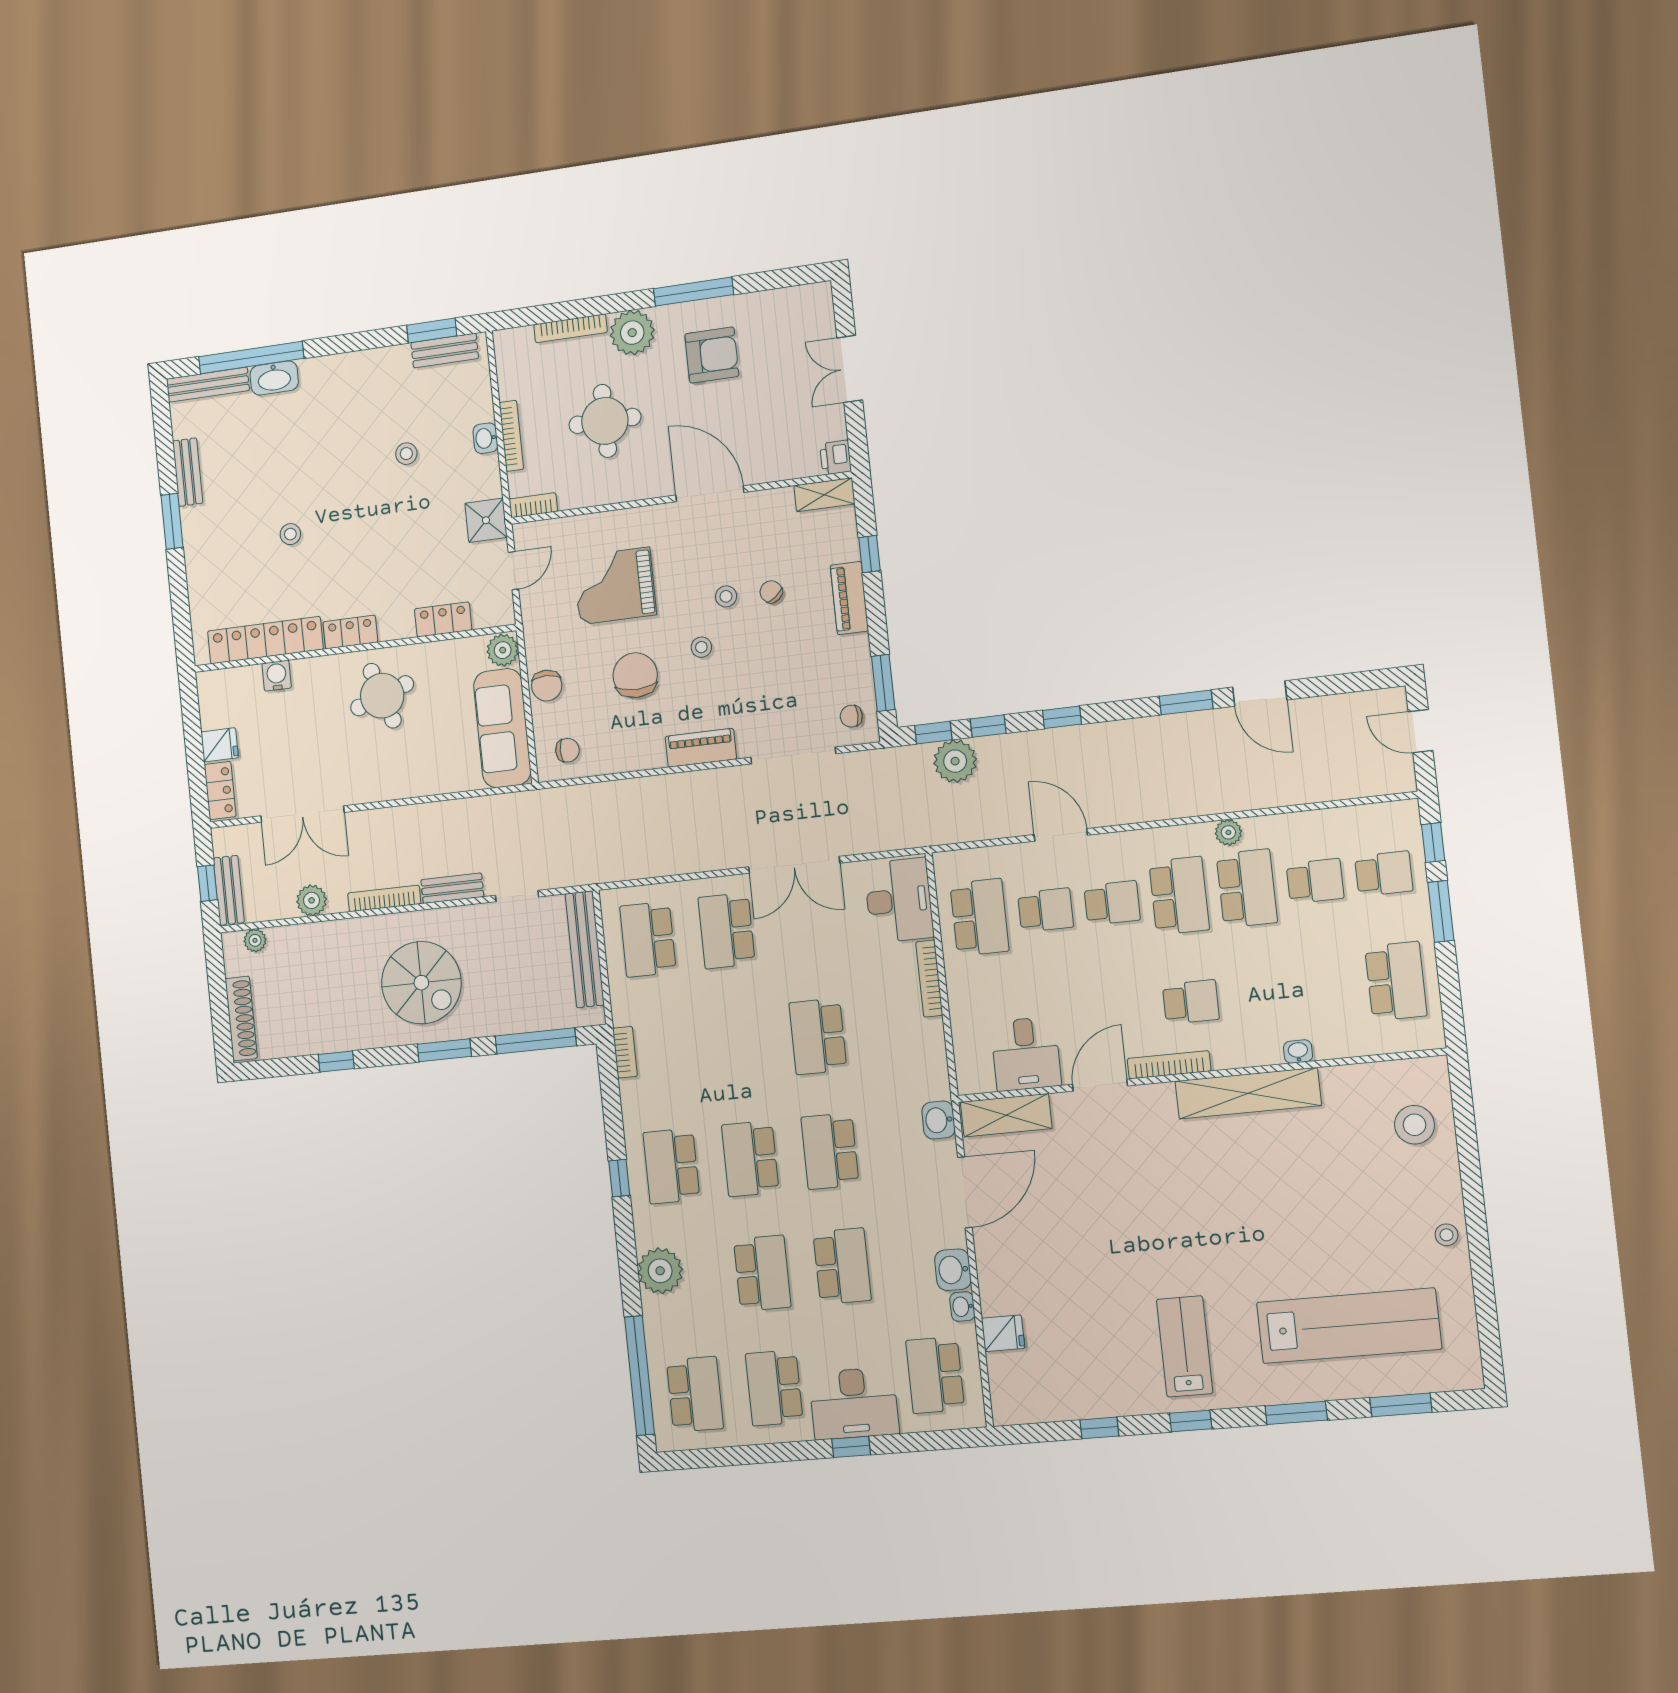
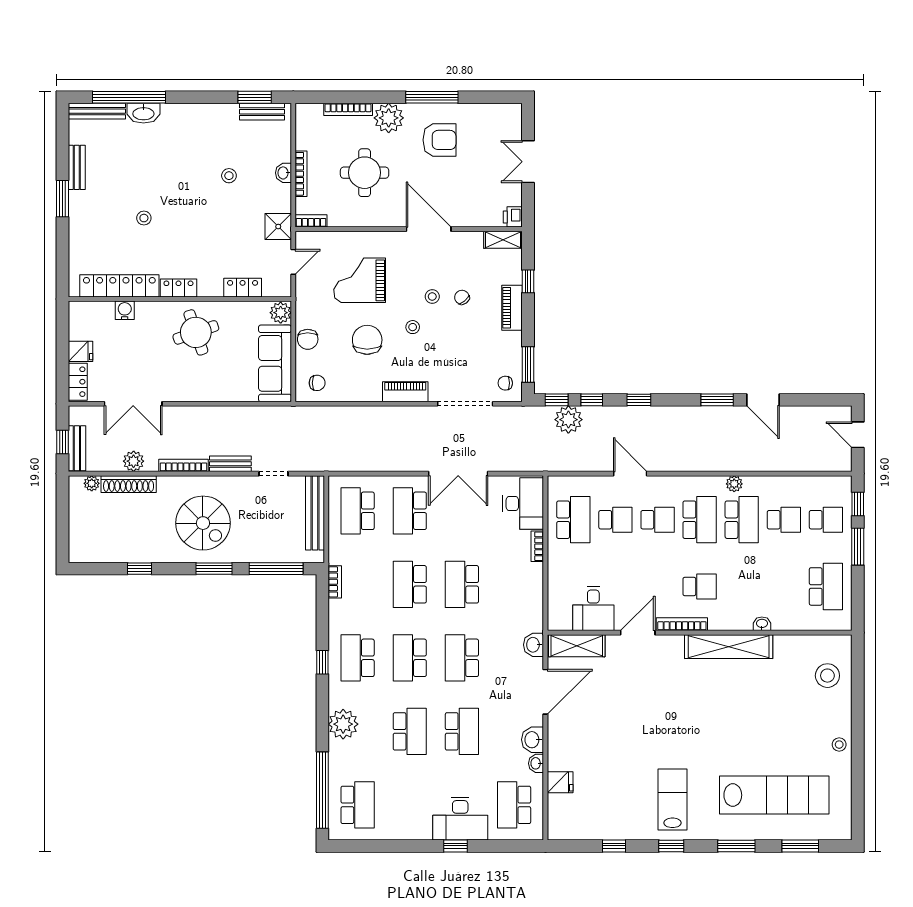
bookcase: (929, 978) -> (537, 546), width x0.64
shoe rack: (241, 1018) -> (129, 484), moved, turned 90
school desk: (774, 1388) -> (410, 584), moved

